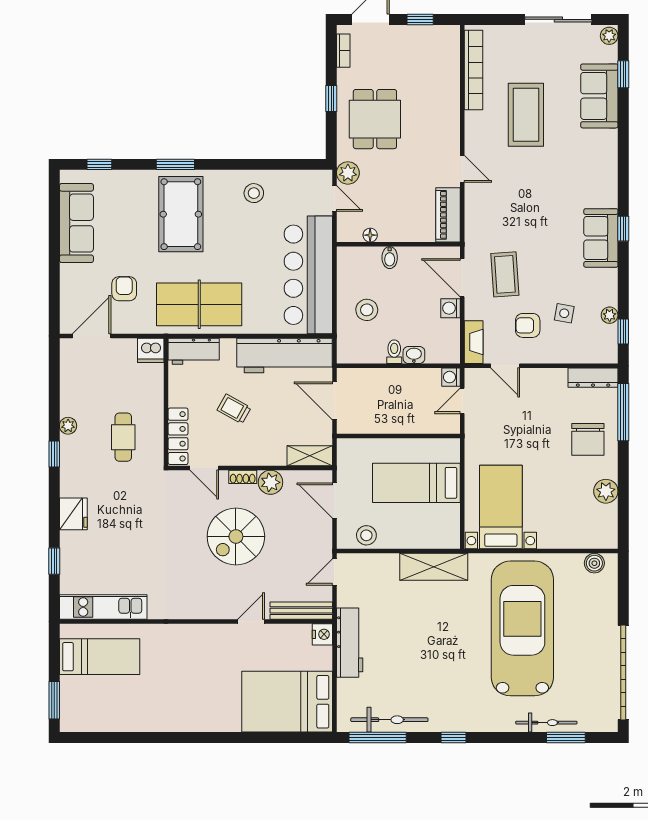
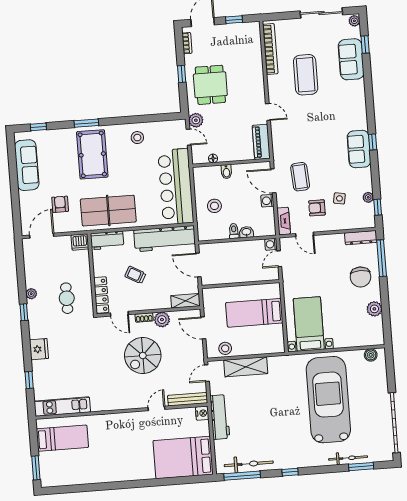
shelving: (434, 567) -> (246, 367), moved

